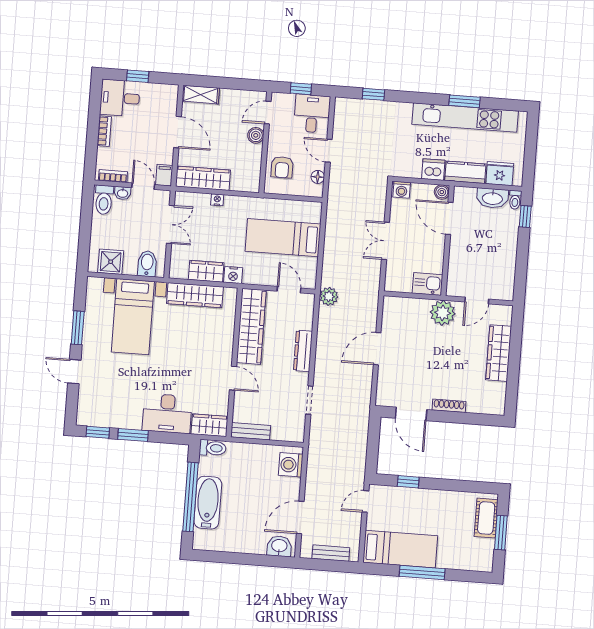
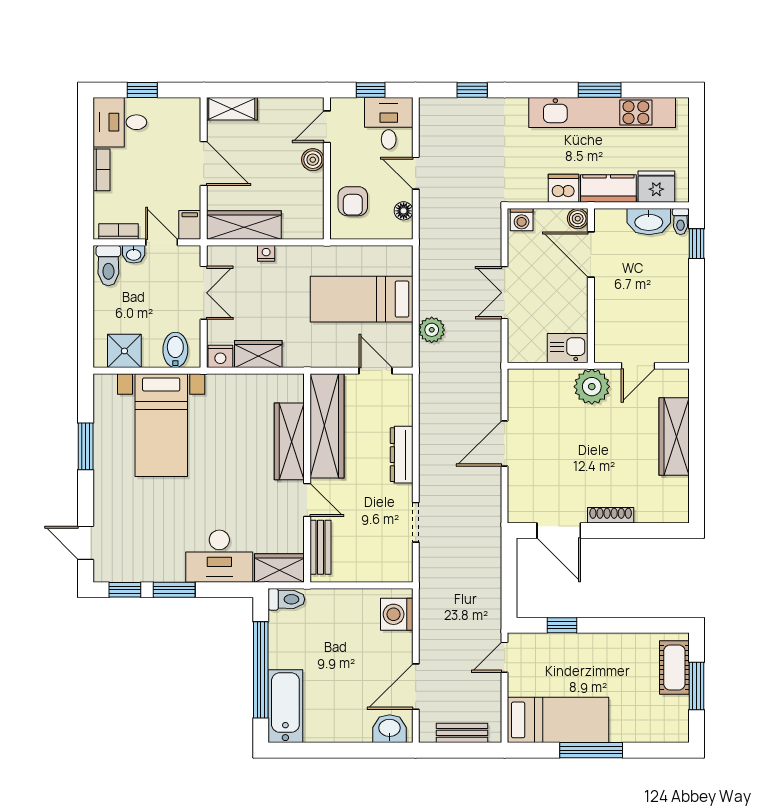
nightstand: (233, 275) -> (220, 356), moved
wardrobe: (195, 295) -> (289, 441), moved, turned 90
plant: (329, 296) -> (432, 330), moved
door: (74, 372) -> (86, 543), moved
bench: (251, 431) -> (321, 547), moved, turned 90
bathtub: (208, 503) -> (285, 706), moved

